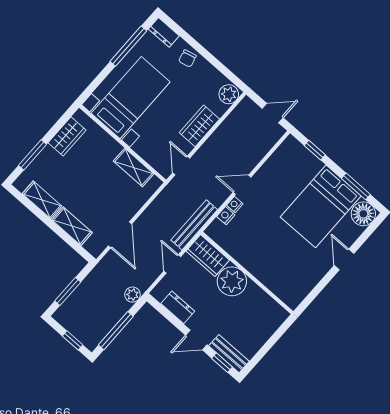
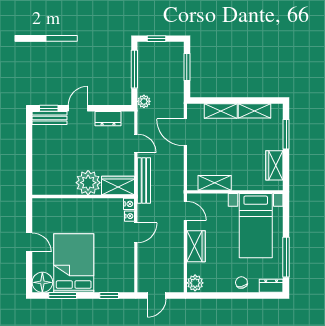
wardrobe: (208, 256) -> (118, 185), moved
wall: (247, 273) -> (83, 197), moved
plant: (232, 281) -> (88, 183), moved

